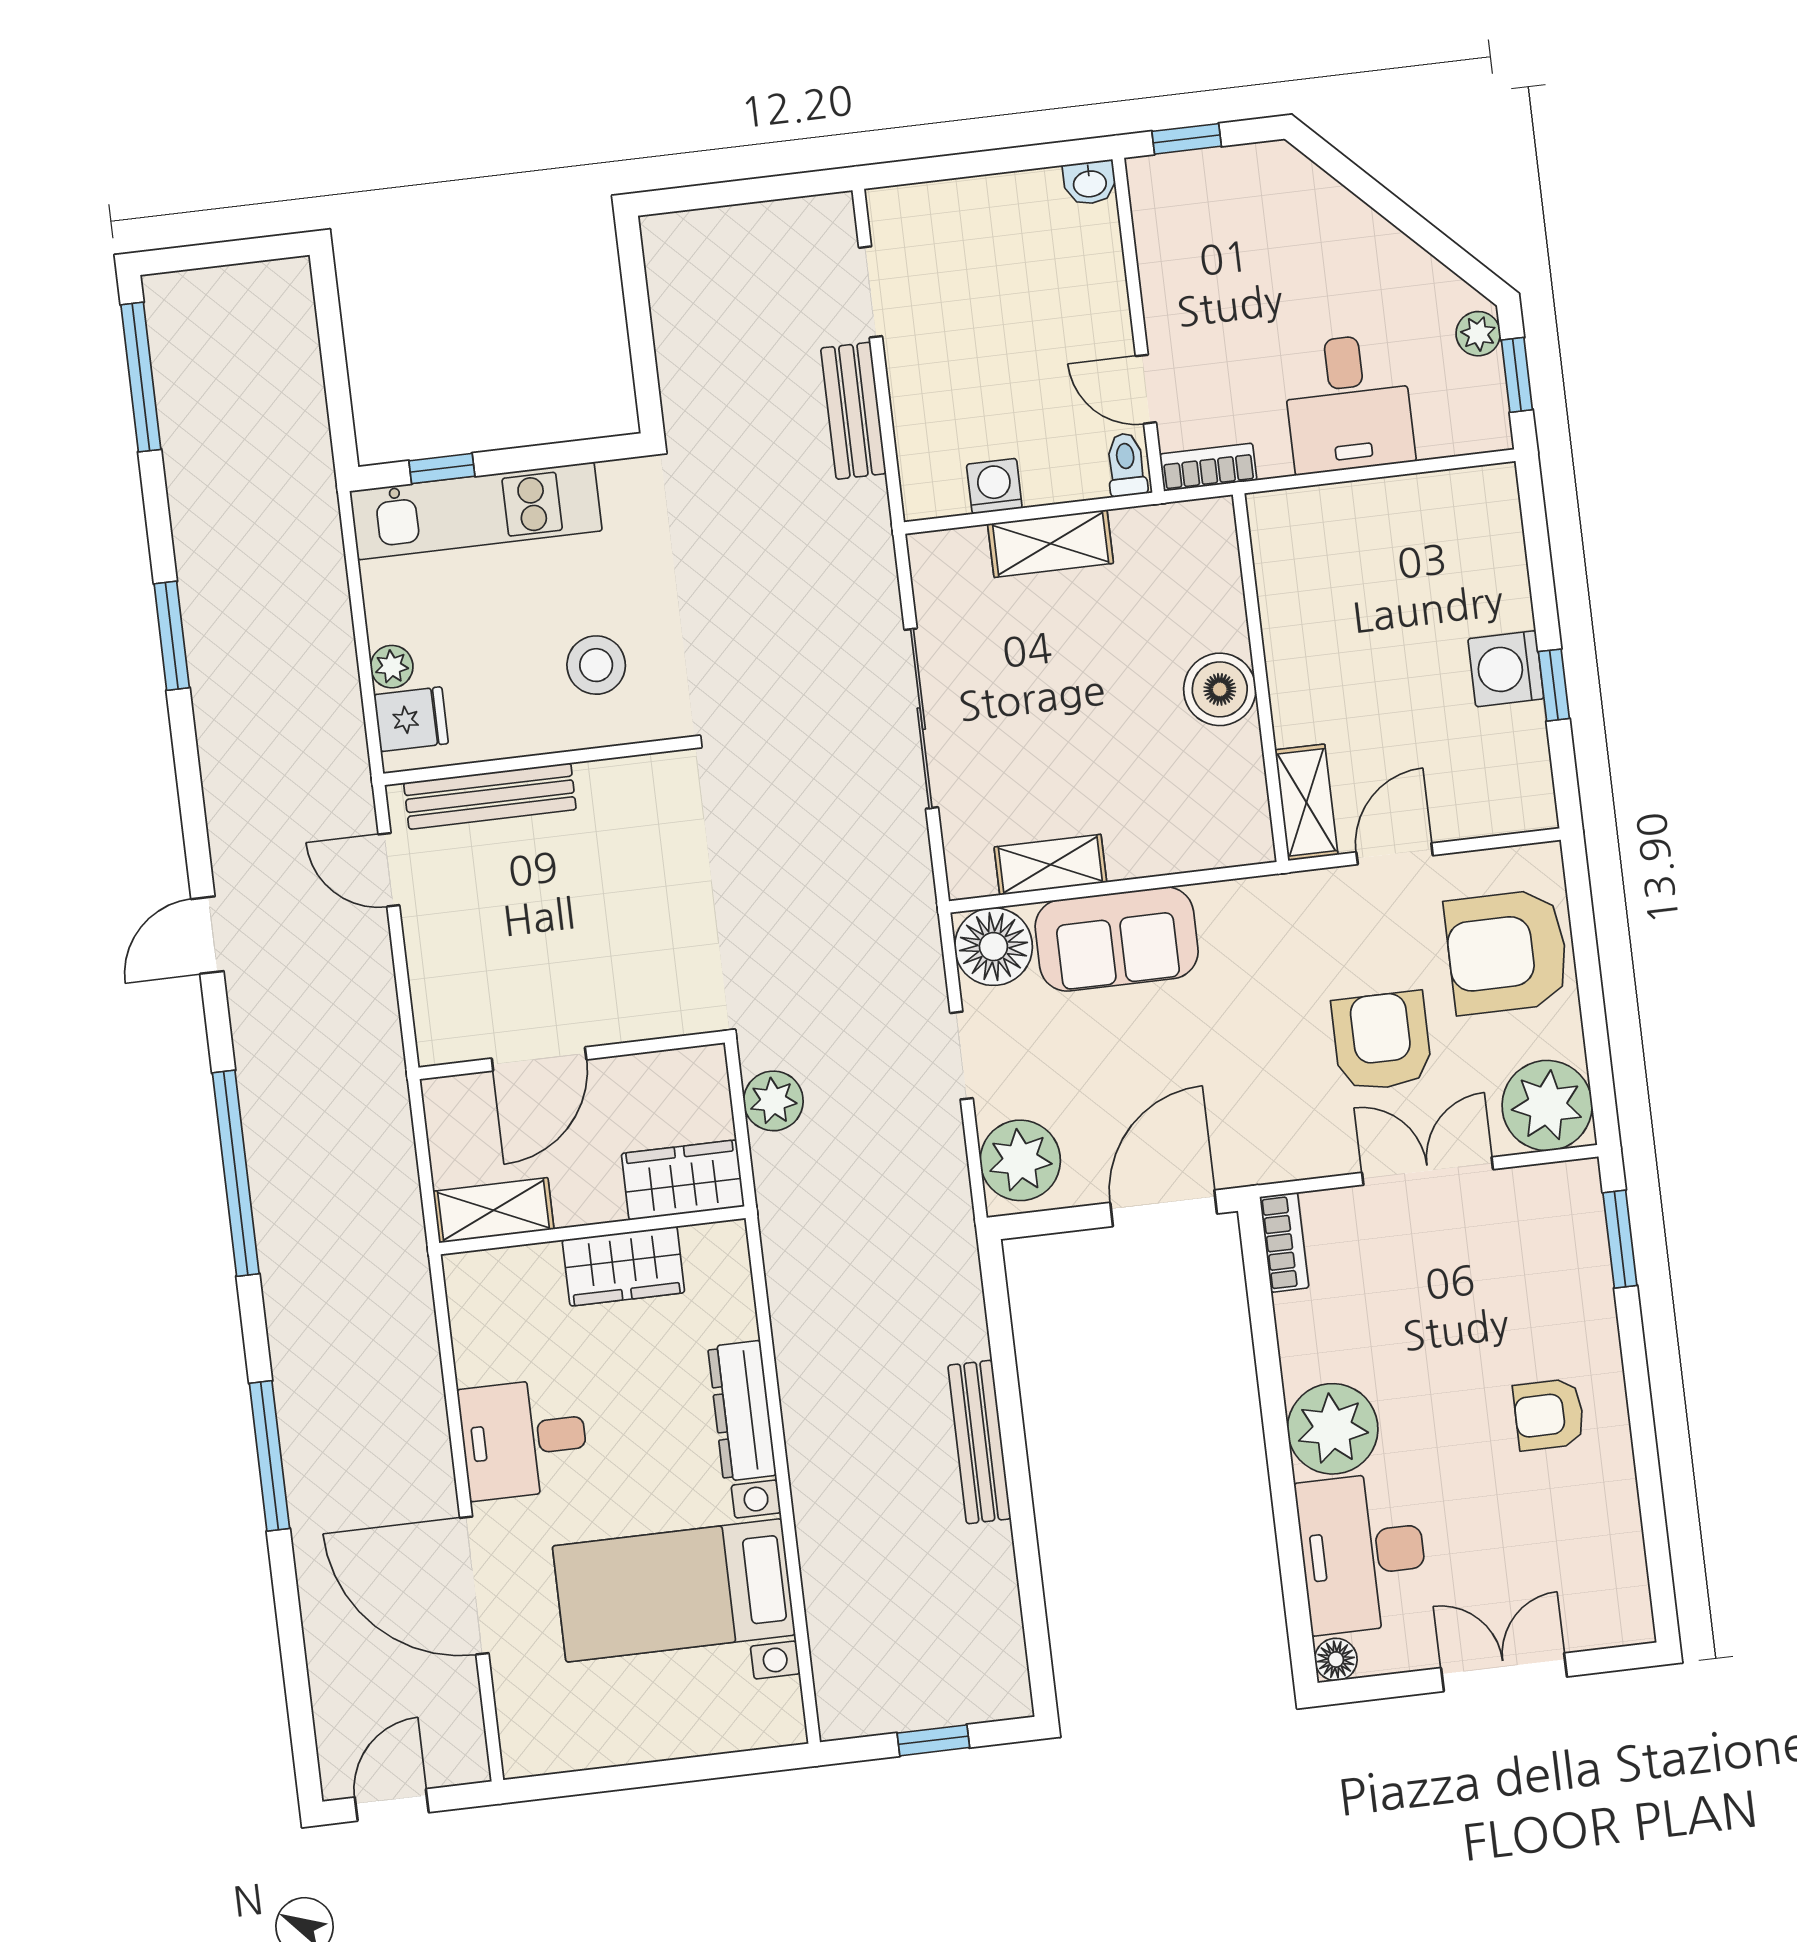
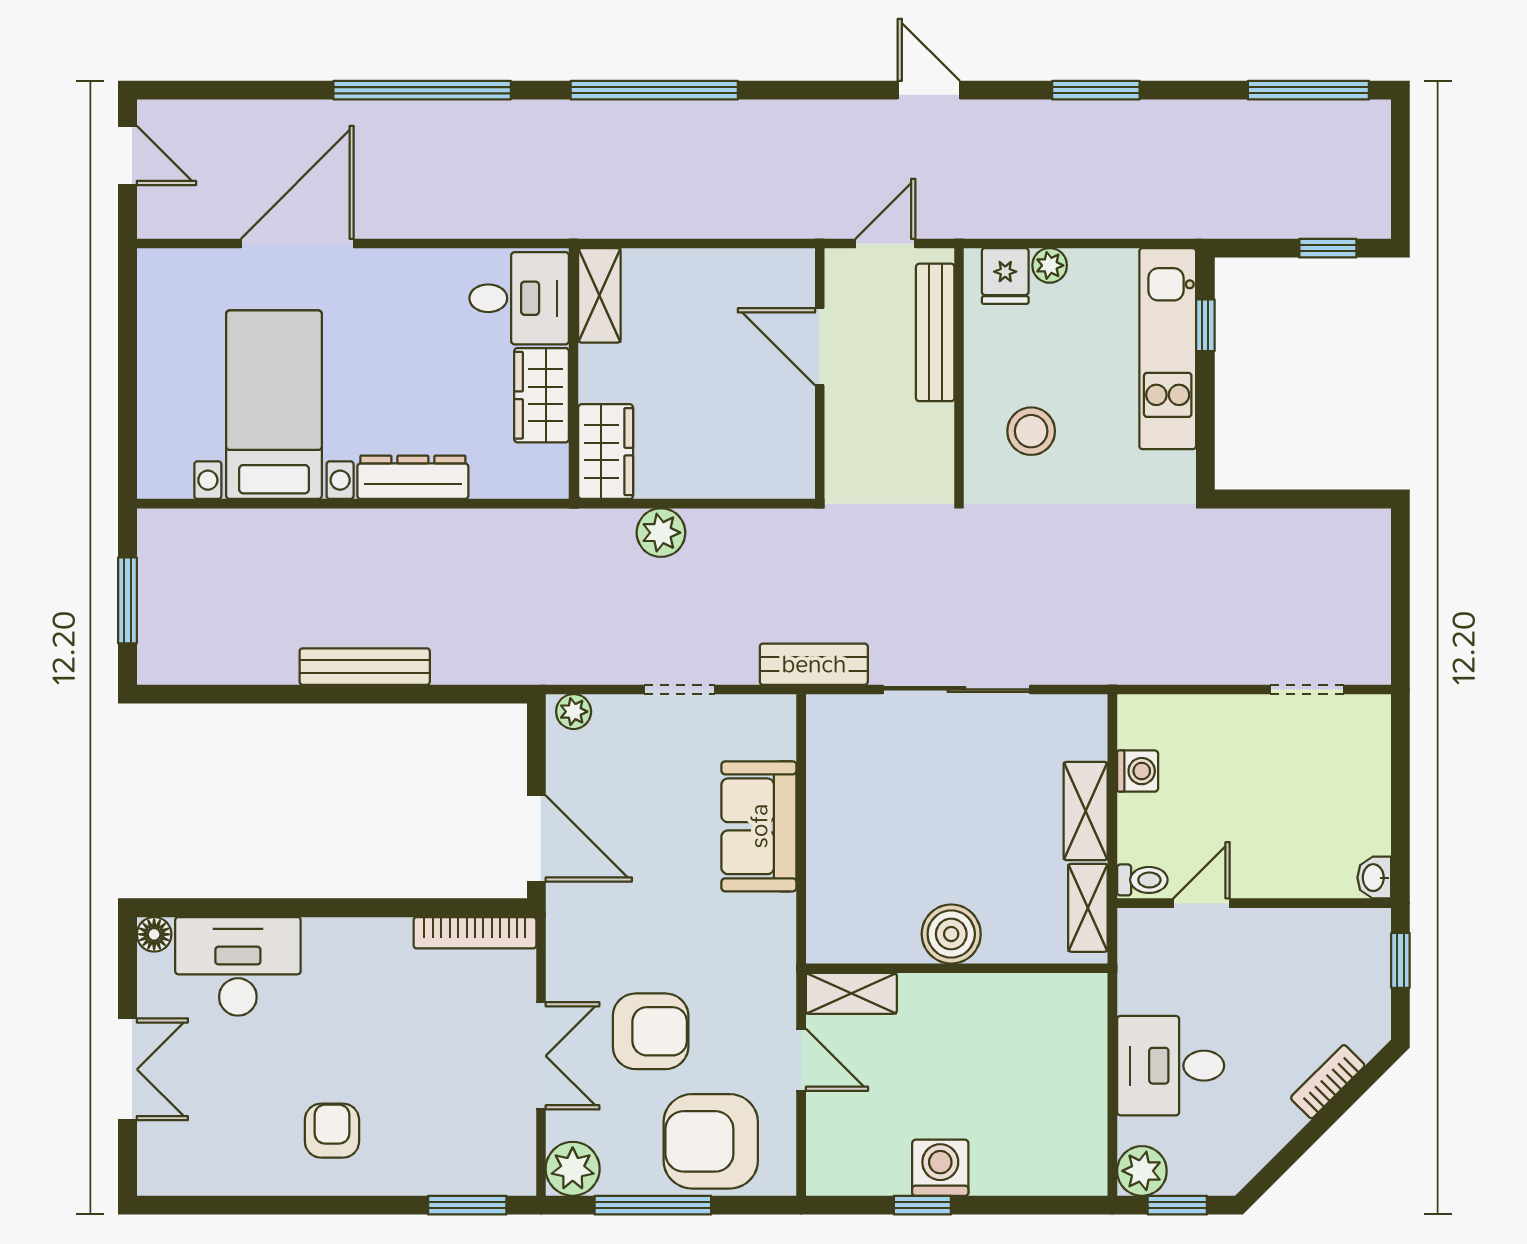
window: (330, 331) -> (1328, 248), added
plant: (1478, 334) -> (1142, 1171), moved, width x1.38, depth x1.38
bench: (853, 411) -> (814, 664), moved
bookcase: (1208, 467) -> (1328, 1082), moved, turned -135
shelving: (1050, 865) -> (1088, 908), moved
door: (207, 935) -> (929, 90), moved
floor lamp: (993, 947) -> (765, 726), removed
armchair: (1507, 952) -> (711, 1141), turned -90
window: (1593, 1013) -> (653, 1205), added
wall: (572, 1055) -> (820, 374), moved
door: (539, 1059) -> (820, 347), moved
plant: (1547, 1106) -> (573, 1169), width x0.73, depth x0.73
plant: (1020, 1160) -> (574, 712), width x0.53, depth x0.53
bookcase: (1284, 1242) -> (475, 933), width x1.56
plant: (1333, 1429) -> (341, 954), removed
desk: (524, 1439) -> (519, 298), moved, turned 90
window: (269, 1456) -> (422, 90), width x1.46
window: (933, 1740) -> (128, 600), width x1.50

